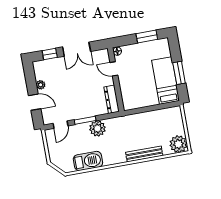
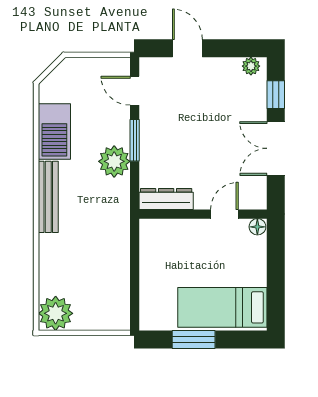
window: (147, 37) -> (276, 290), removed
bed: (166, 81) -> (222, 307), moved, turned 180
plant: (41, 85) -> (251, 66), moved
door: (35, 102) -> (187, 48), swing flipped
bench: (144, 154) -> (48, 197), moved

